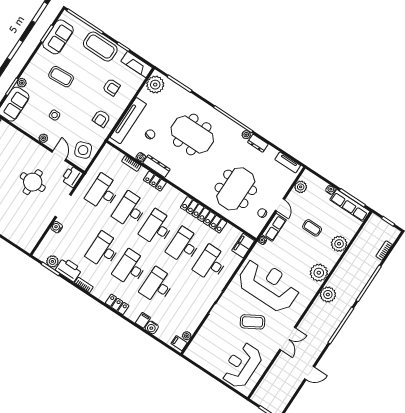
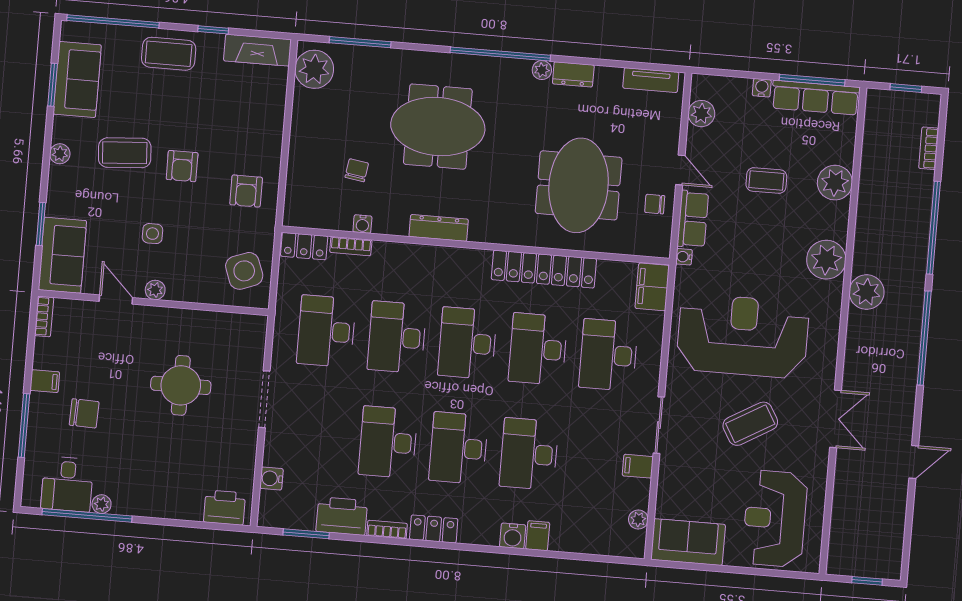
coffee table: (100, 47) -> (169, 54), width x0.73, depth x0.76
plant: (22, 83) -> (60, 154), moved
armchair: (111, 87) -> (182, 166), moved, turned 90
tv unit: (128, 121) -> (300, 167), removed
door: (59, 156) -> (116, 299), moved
dresser: (156, 166) -> (439, 228), moved
printer: (72, 177) -> (225, 508), moved, turned 90
locker: (155, 181) -> (304, 246), moved
water cooler: (57, 227) -> (271, 478), moved
plant: (52, 261) -> (302, 517), removed
locker: (117, 304) -> (434, 529), moved
water cooler: (152, 327) -> (513, 536), moved
filing cabinet: (179, 343) -> (638, 466), moved
sofa: (202, 356) -> (688, 542), added

